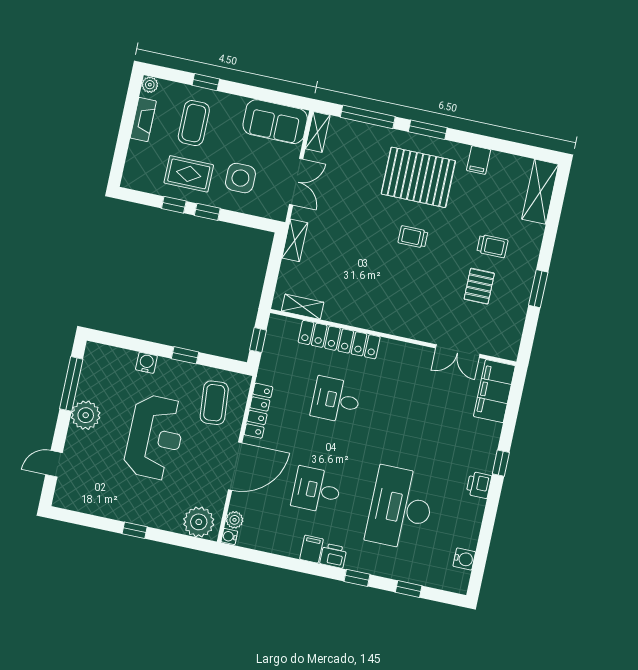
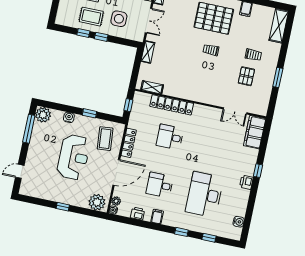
plant: (86, 415) -> (43, 115), moved
printer: (333, 556) -> (138, 213), moved

